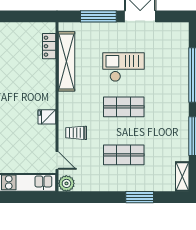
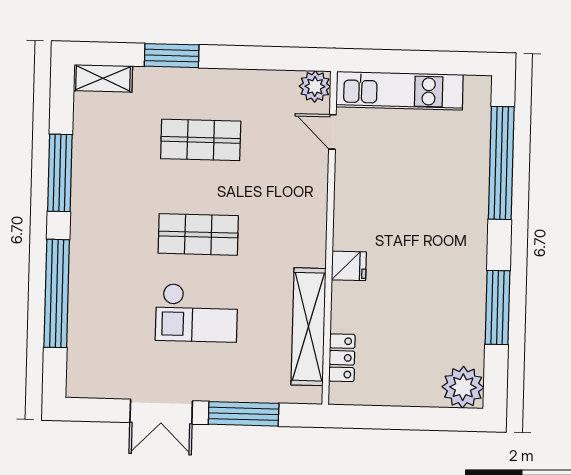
fridge: (47, 117) -> (349, 266), moved
trolley: (76, 133) -> (293, 186), removed
shelving: (182, 177) -> (103, 78), moved, turned 90

